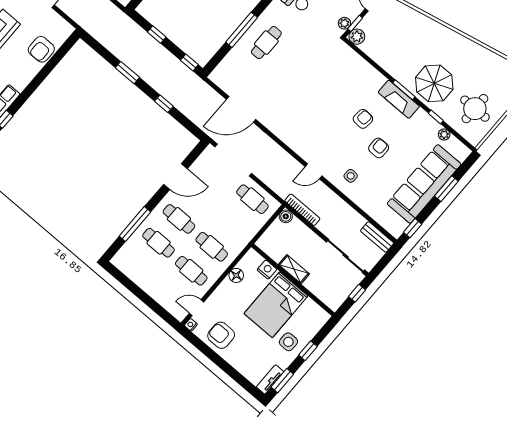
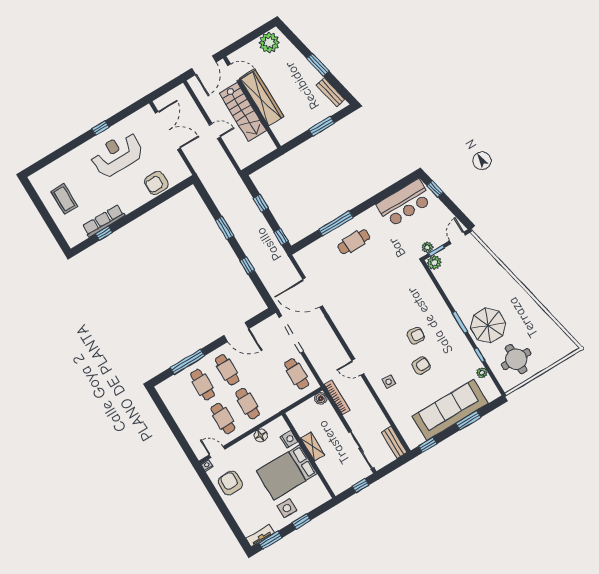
fireplace: (399, 99) -> (453, 329), removed

